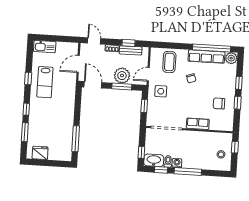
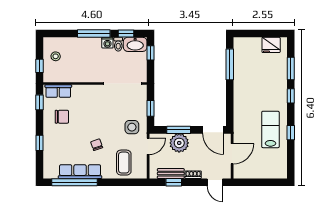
kitchen sink: (45, 47) -> (273, 172), removed
plant: (231, 58) -> (50, 172), removed
window: (238, 103) -> (40, 102), moved
row of seats: (198, 124) -> (58, 91), moved

